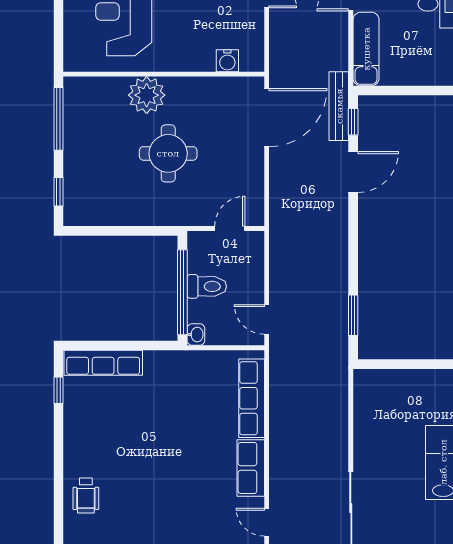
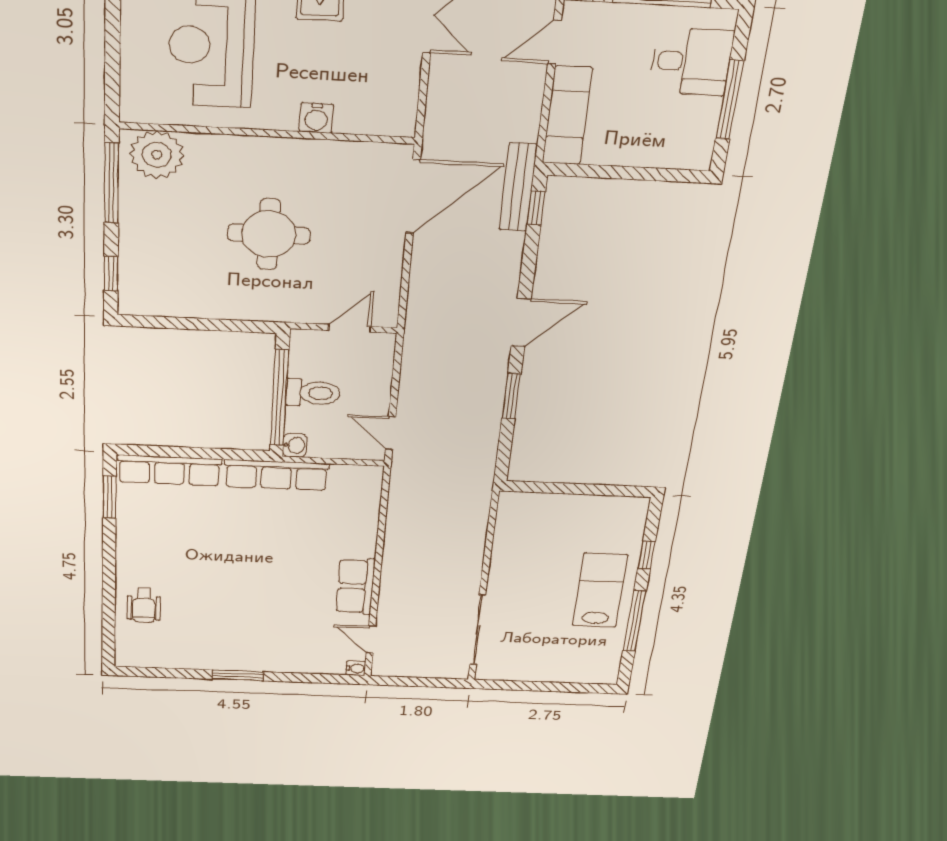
water cooler: (227, 61) -> (316, 118), moved
plant: (147, 95) -> (157, 155), moved
door: (353, 172) -> (521, 322), moved
window: (353, 315) -> (511, 396), moved
window: (58, 390) -> (109, 497), width x1.50
row of seats: (252, 398) -> (276, 475), moved, turned -90

